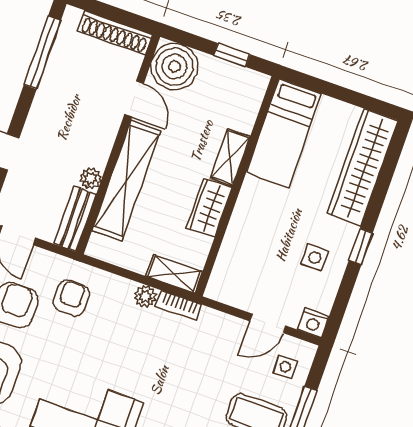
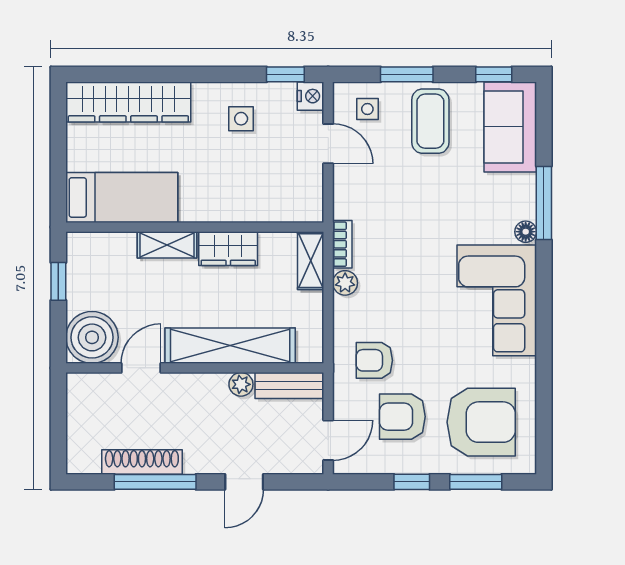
shoe rack: (115, 33) -> (142, 462), moved, turned -90
window: (42, 53) -> (155, 482), moved
window: (361, 247) -> (285, 74), moved

